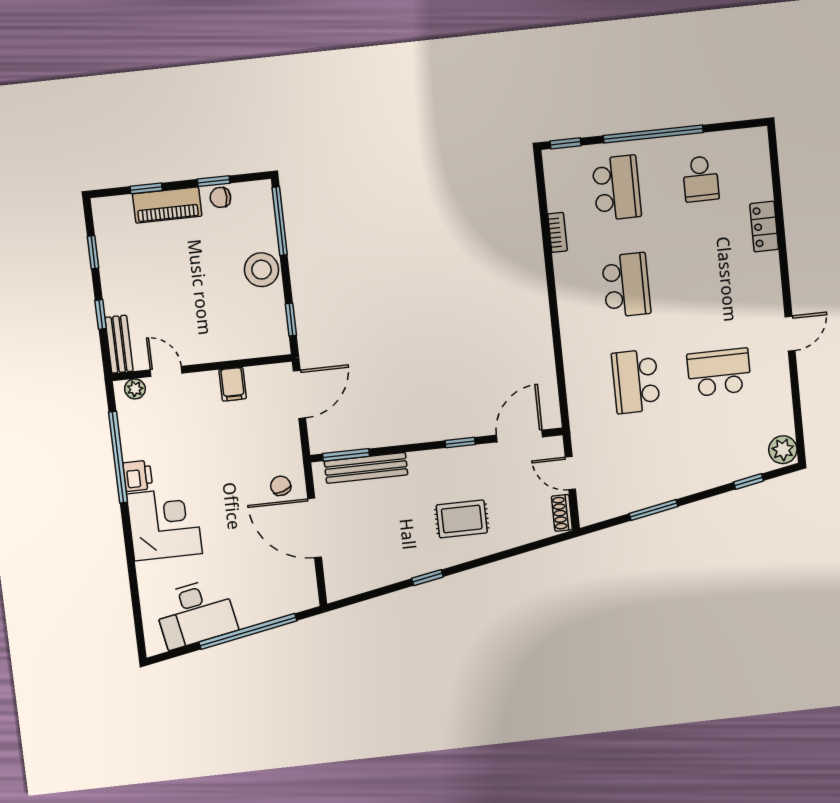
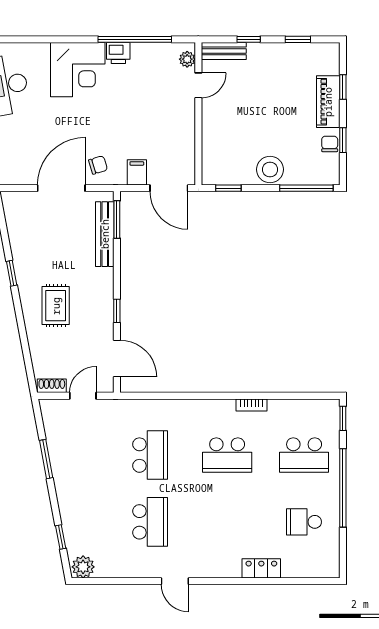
bookcase: (557, 232) -> (252, 405), moved
school desk: (636, 381) -> (150, 455), turned 90
filing cabinet: (233, 384) -> (137, 172), moved, turned 90

